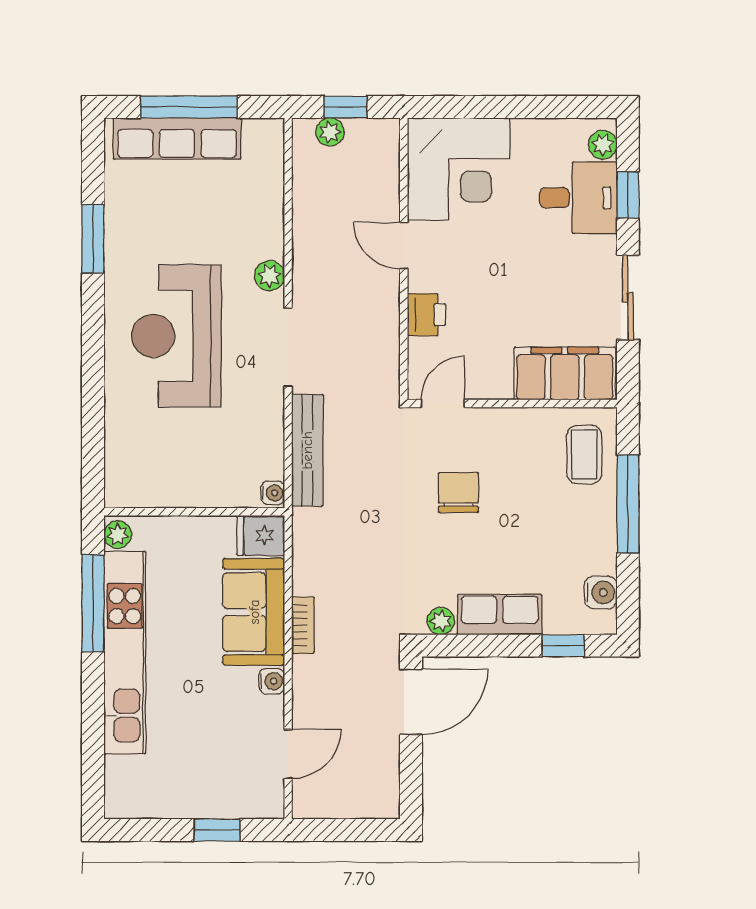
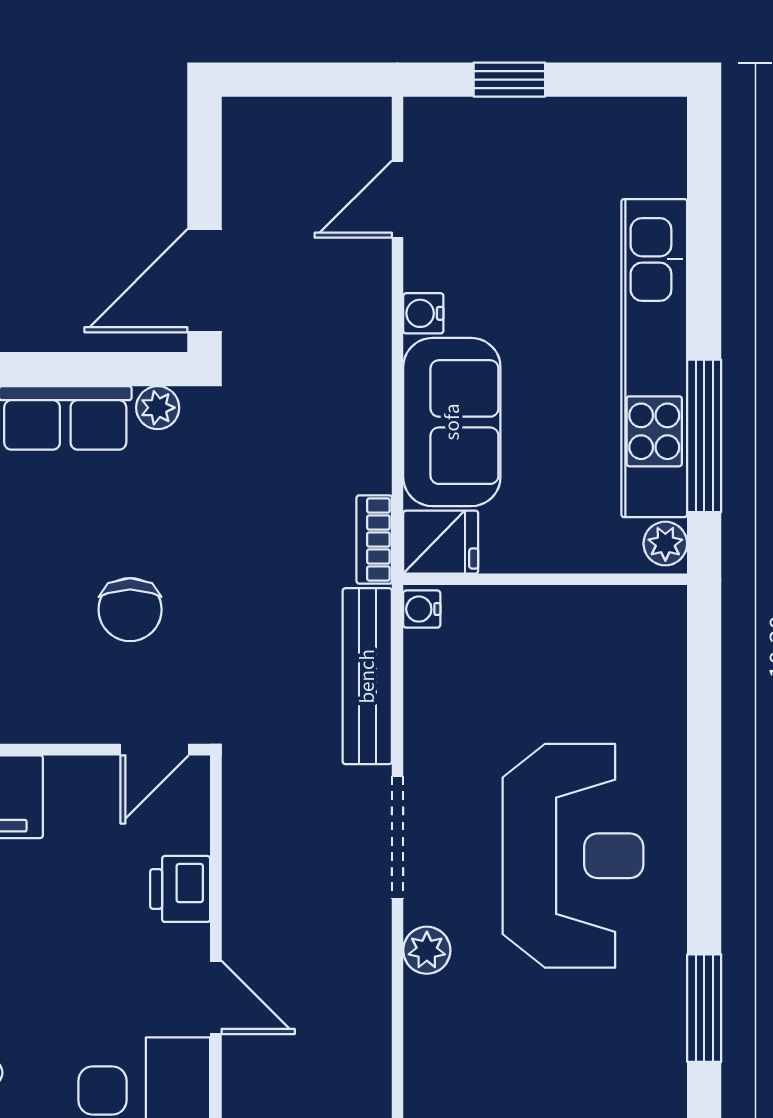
bookcase: (303, 625) -> (374, 539), moved

